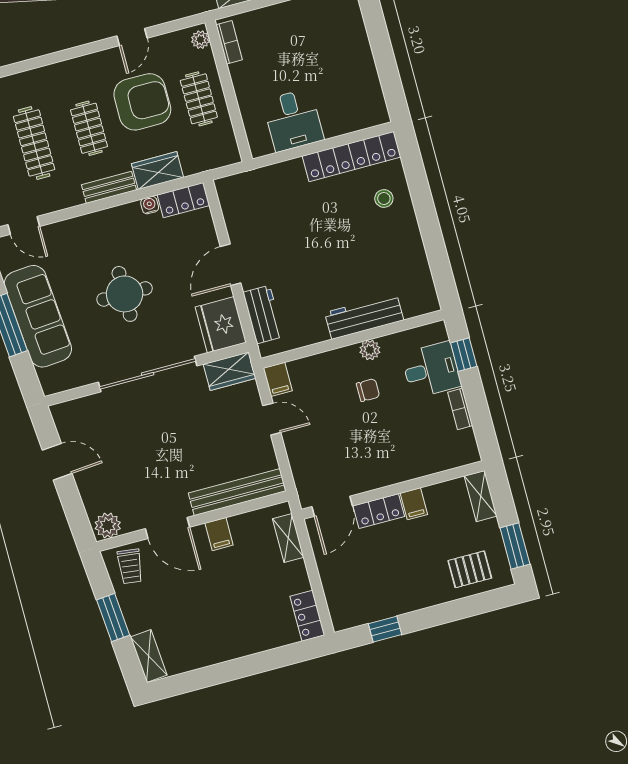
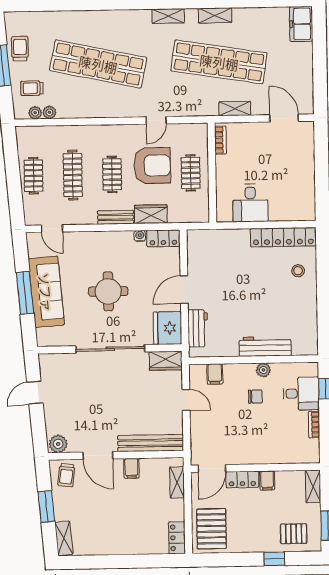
plant: (200, 40) -> (202, 134), removed
filing cabinet: (278, 379) -> (215, 374), moved
door: (57, 462) -> (35, 393), swing flipped
pallet: (353, 591) -> (211, 529), added
window: (385, 629) -> (274, 559), moved

